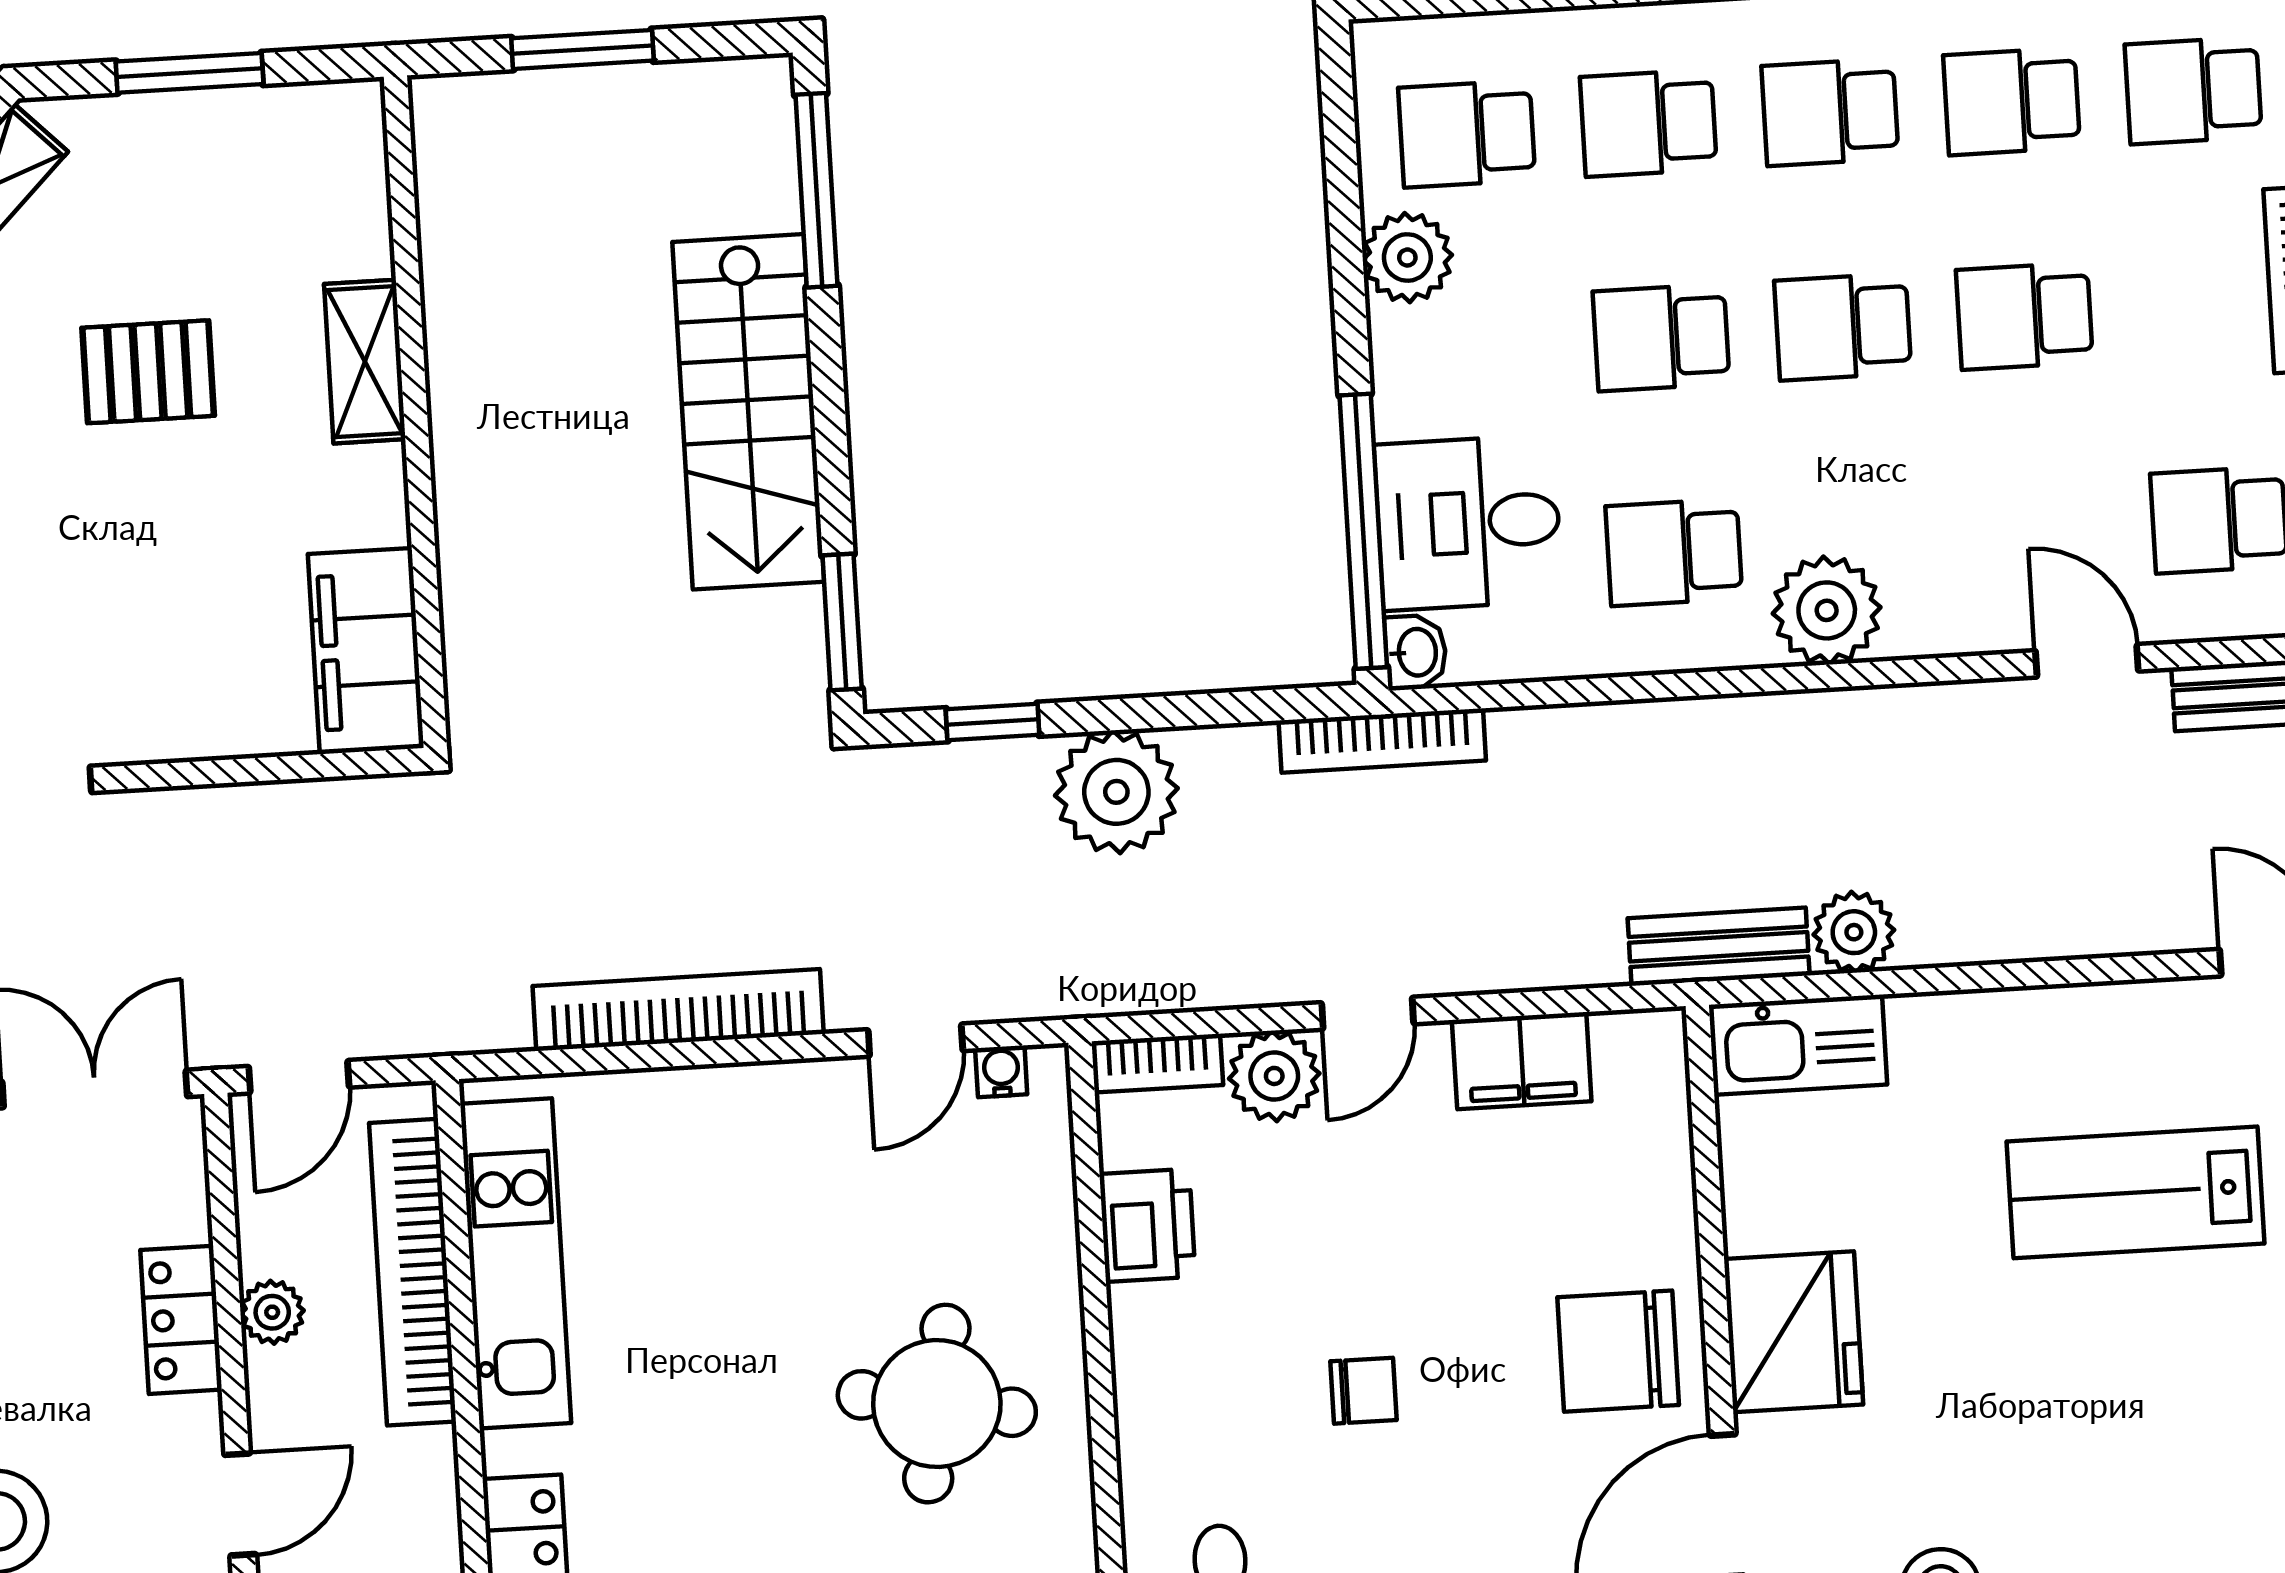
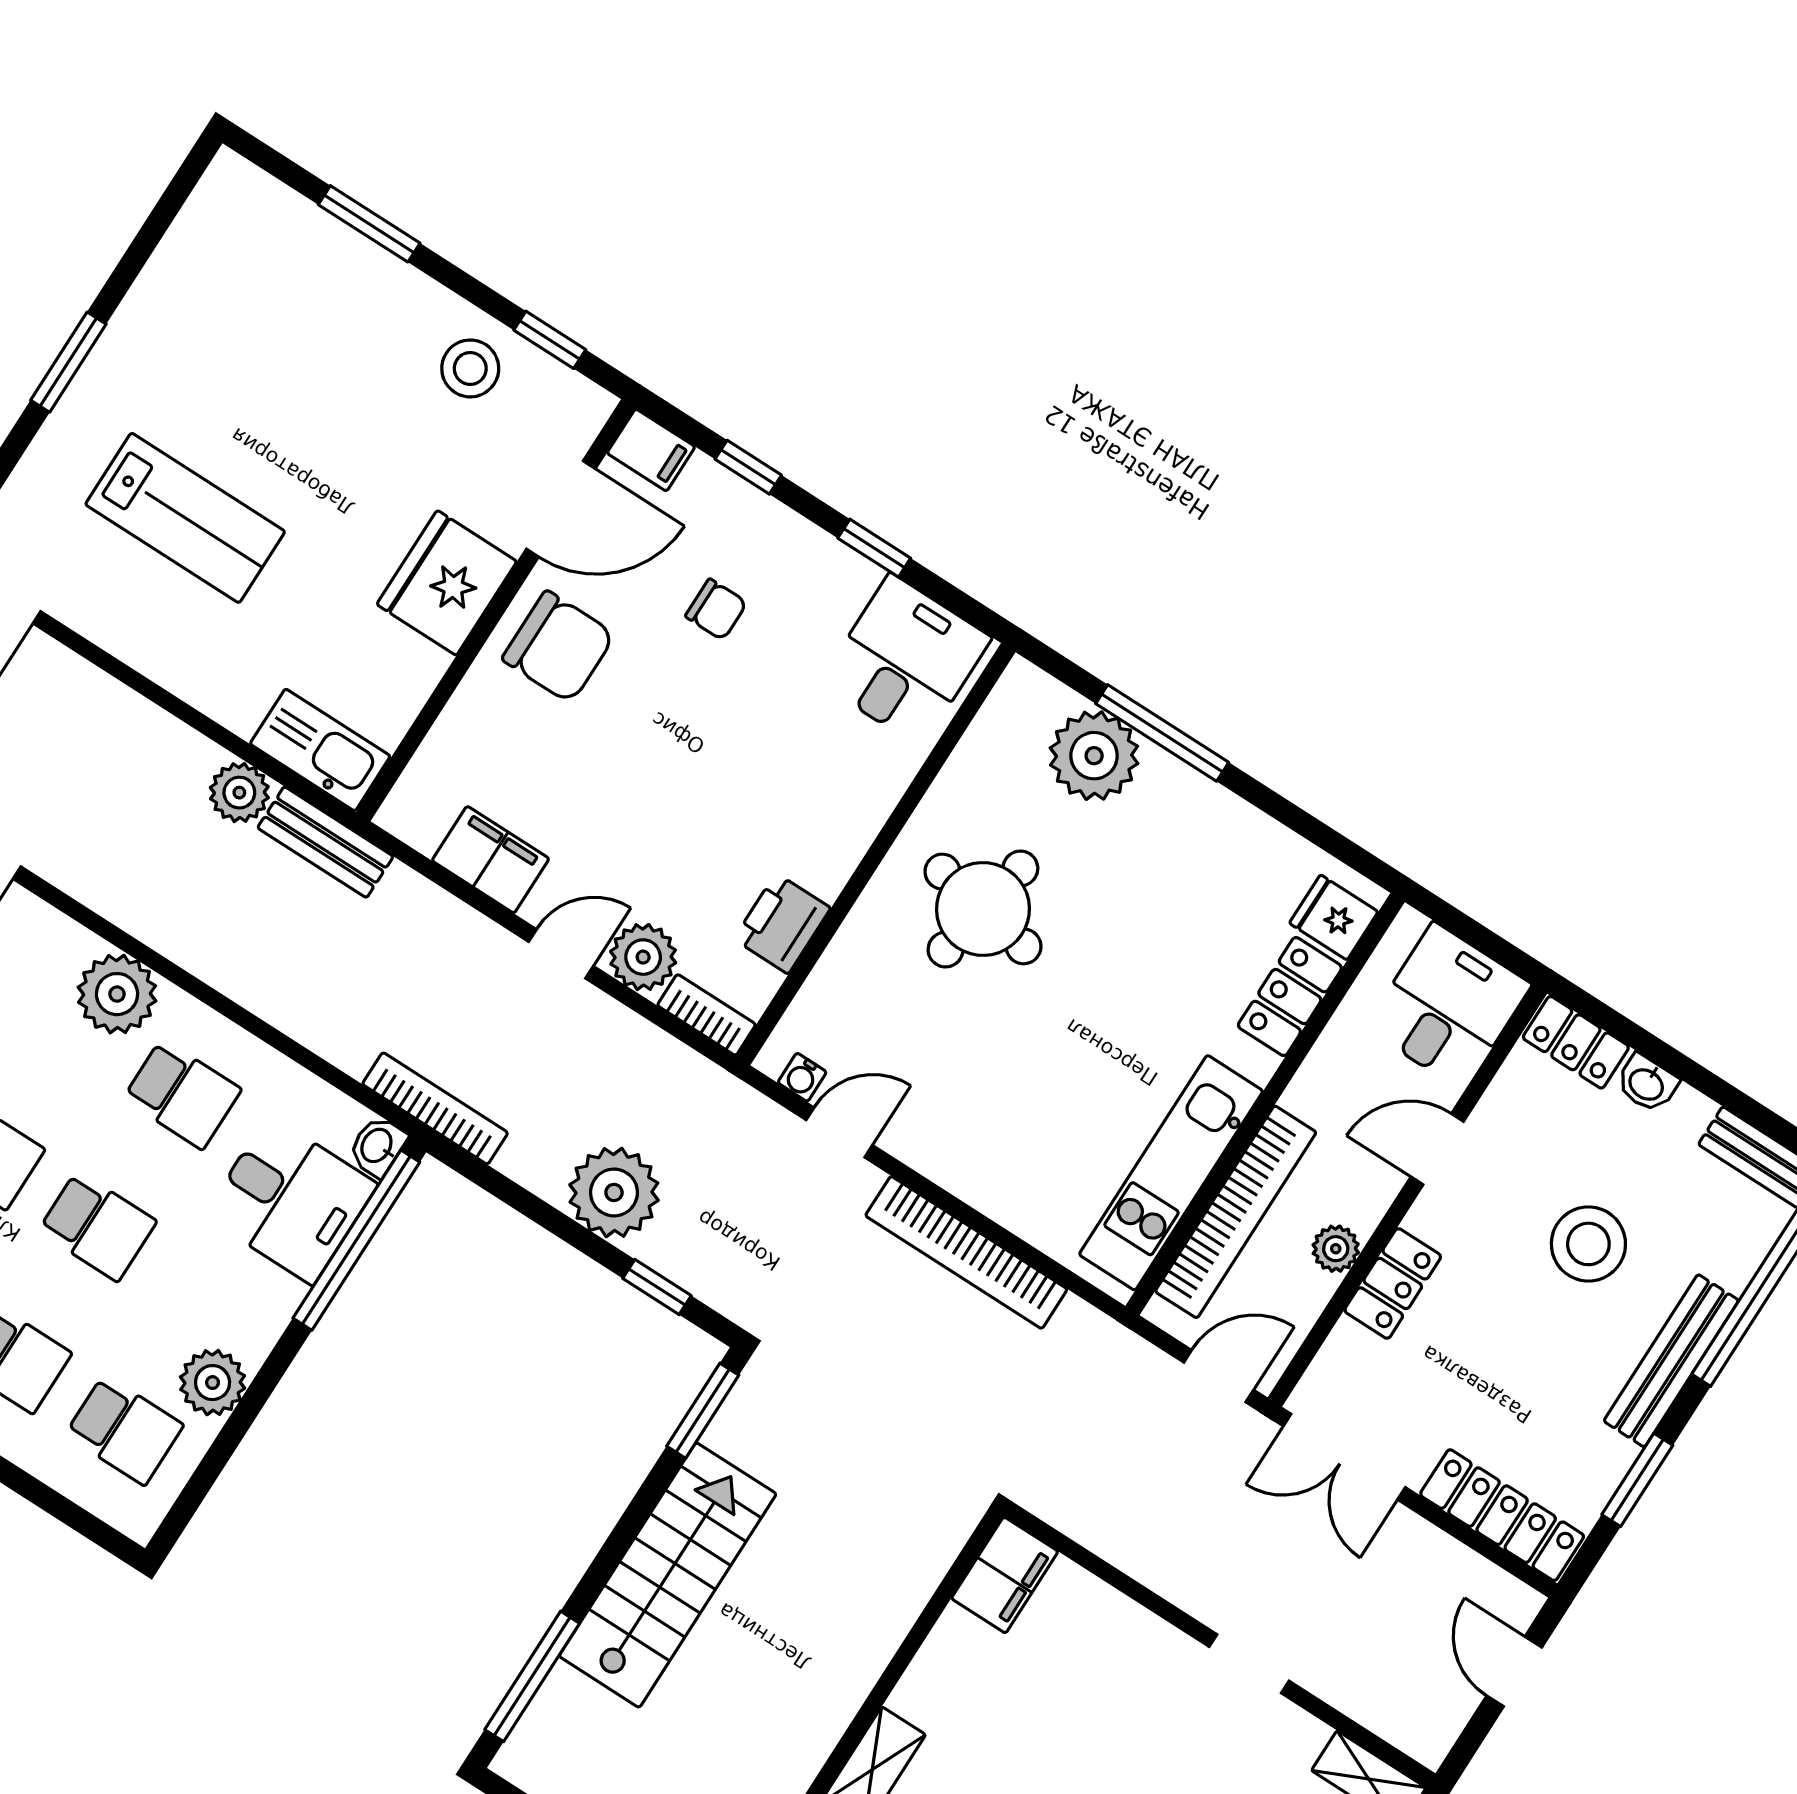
filing cabinet: (366, 651) -> (1005, 1575), width x0.67, depth x0.86
chair: (1363, 1391) -> (716, 609), moved, turned 180

